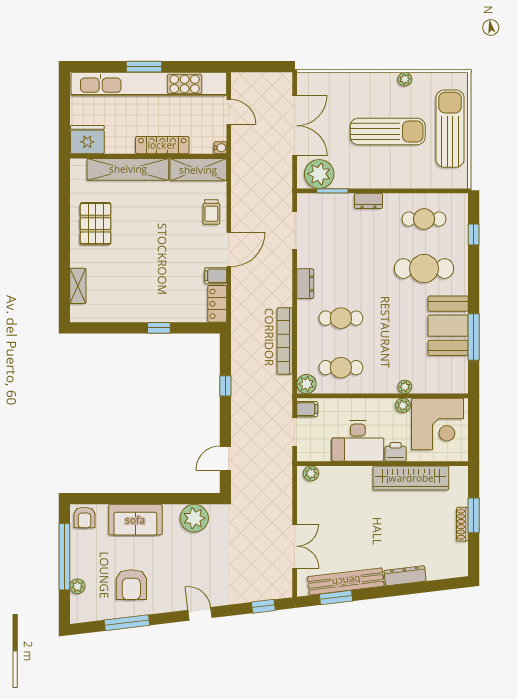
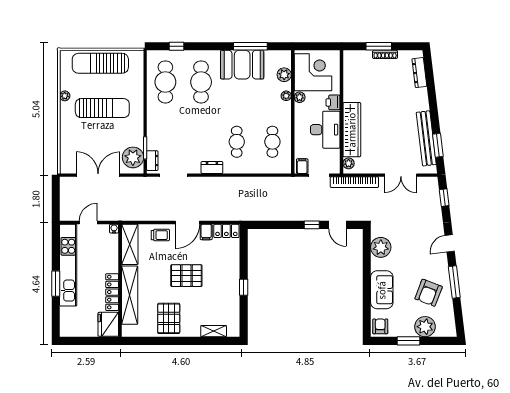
kitchen unit: (149, 84) -> (68, 265), width x0.73
sun lounger: (388, 131) -> (102, 108), turned 90
locker: (162, 145) -> (112, 292), moved
dresser: (368, 201) -> (152, 161), moved
cafe table: (424, 219) -> (165, 82), width x1.37, depth x1.35
pallet: (96, 224) -> (169, 318), turned 90
pallet: (155, 248) -> (186, 276), added
door: (229, 250) -> (187, 223), swing flipped
window: (159, 328) -> (244, 287), moved
bookcase: (285, 341) -> (354, 182), moved
plant: (306, 384) -> (284, 75), moved
window: (225, 386) -> (312, 225), moved
wardrobe: (411, 478) -> (352, 130), moved
armchair: (84, 517) -> (380, 326), turned -90
double door: (295, 546) -> (401, 175), swing flipped
window: (64, 557) -> (408, 341), width x0.47
dresser: (405, 576) -> (419, 73), moved
armchair: (131, 585) -> (429, 293), turned 111
plant: (77, 586) -> (425, 327), width x1.88, depth x1.88
window: (127, 623) -> (454, 282), moved

